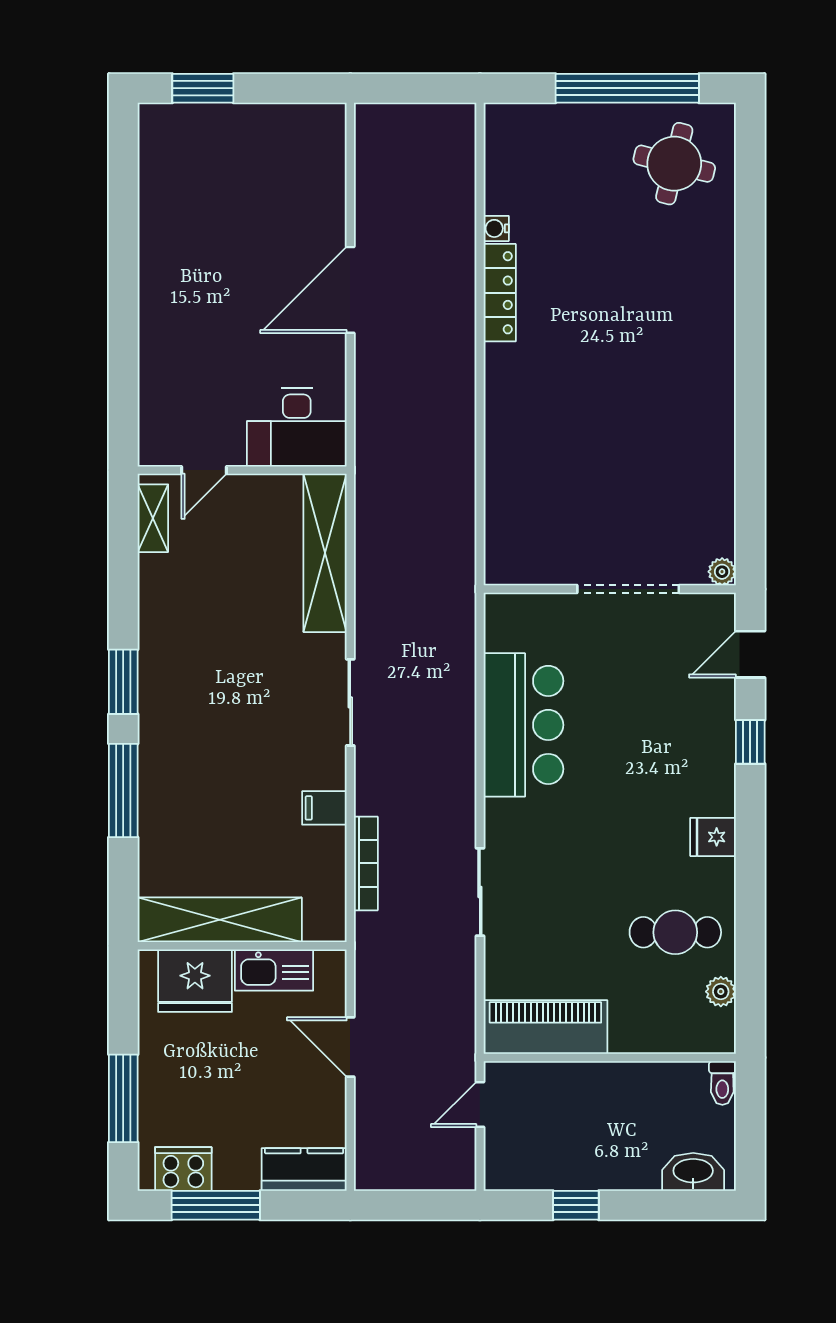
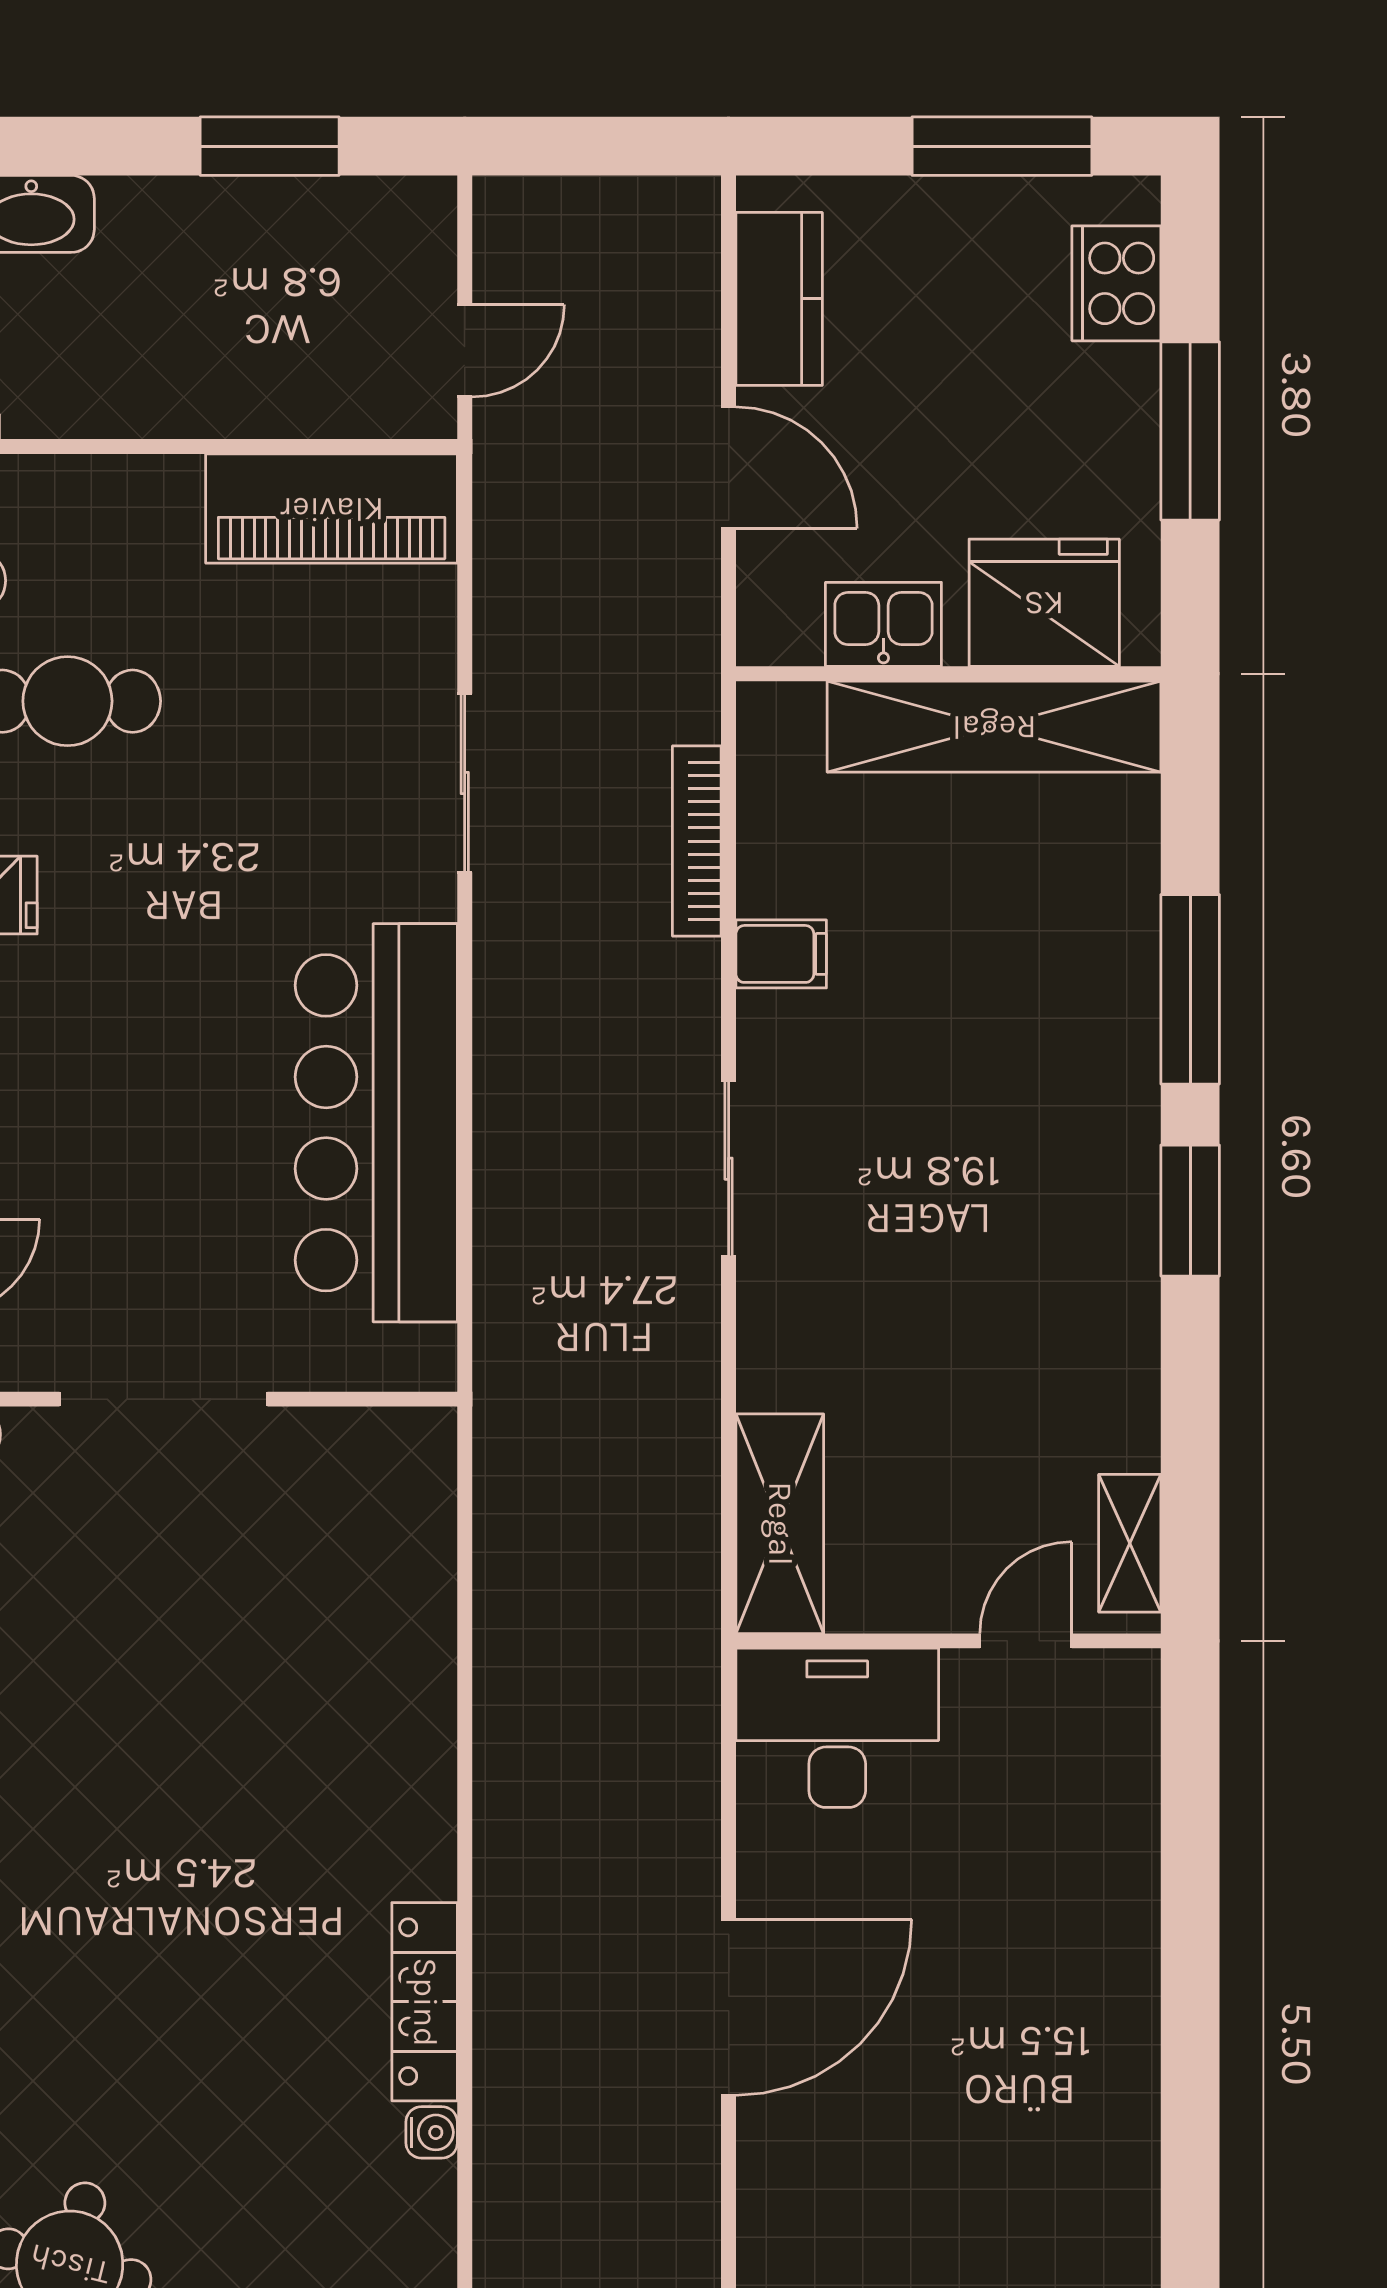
shelving: (325, 553) -> (780, 1524), width x0.68
bar counter: (523, 725) -> (376, 1123), width x1.36
kitchen sink: (274, 970) -> (883, 624), width x0.73
window: (123, 1098) -> (1190, 431), moved
cooker: (183, 1169) -> (1116, 283), moved, turned 90
kitchen counter: (304, 1170) -> (779, 299), moved, turned -90
window: (576, 1205) -> (270, 146), width x1.50

